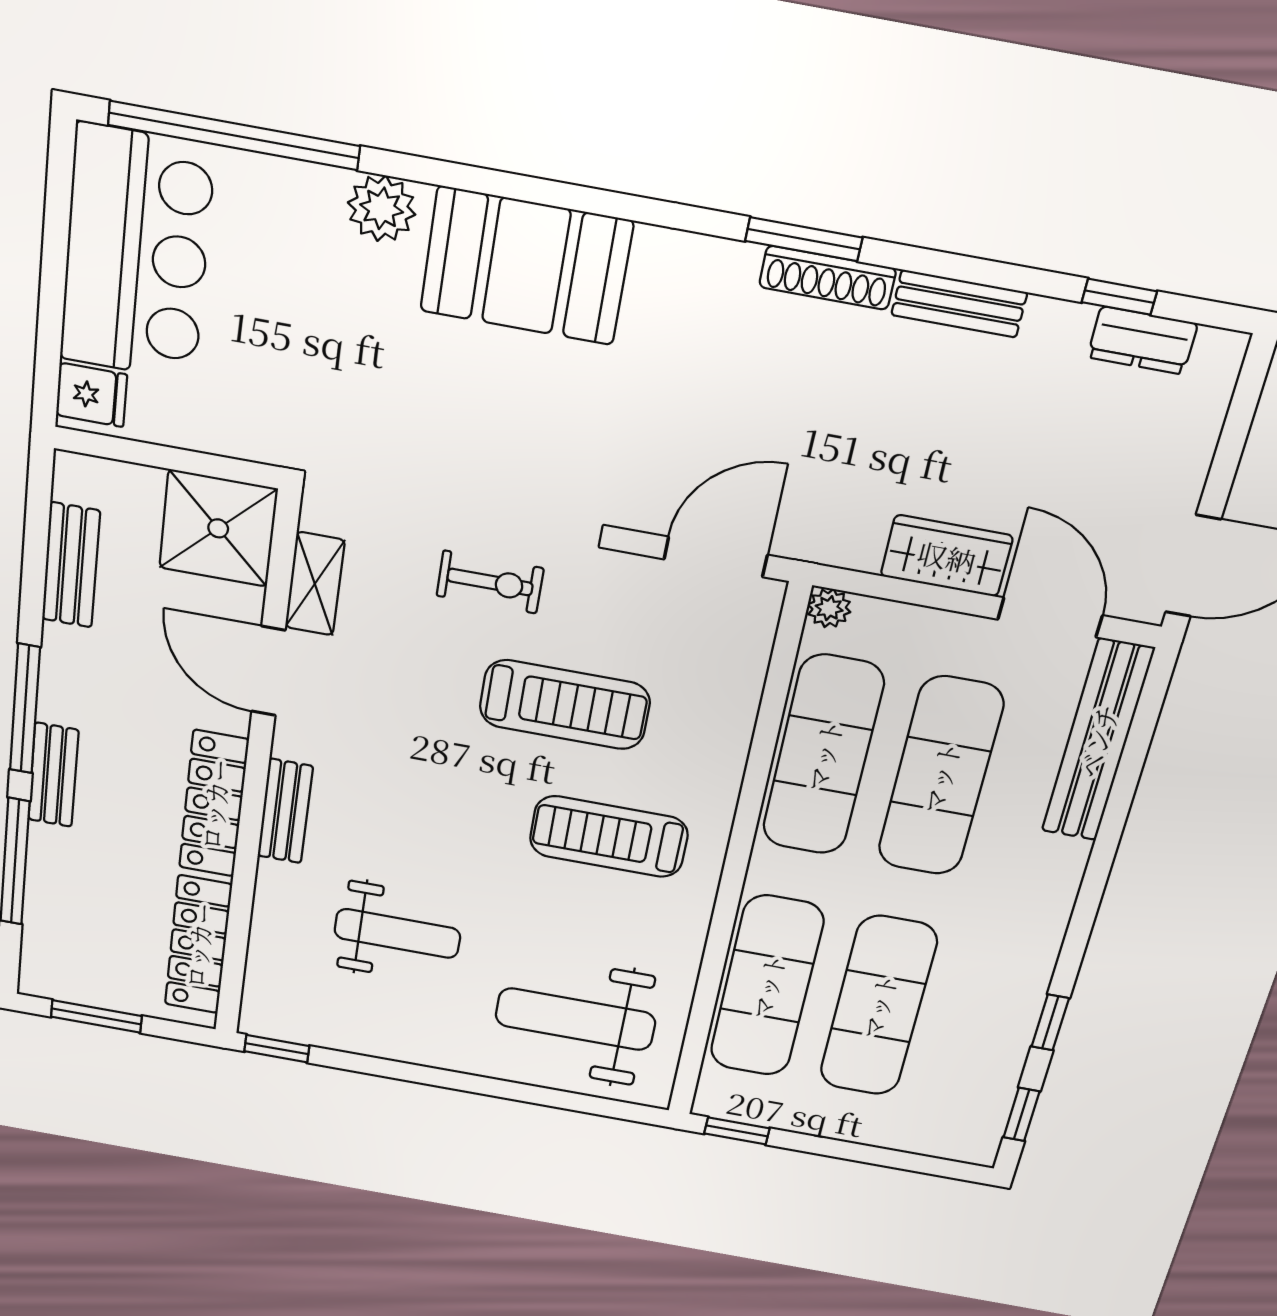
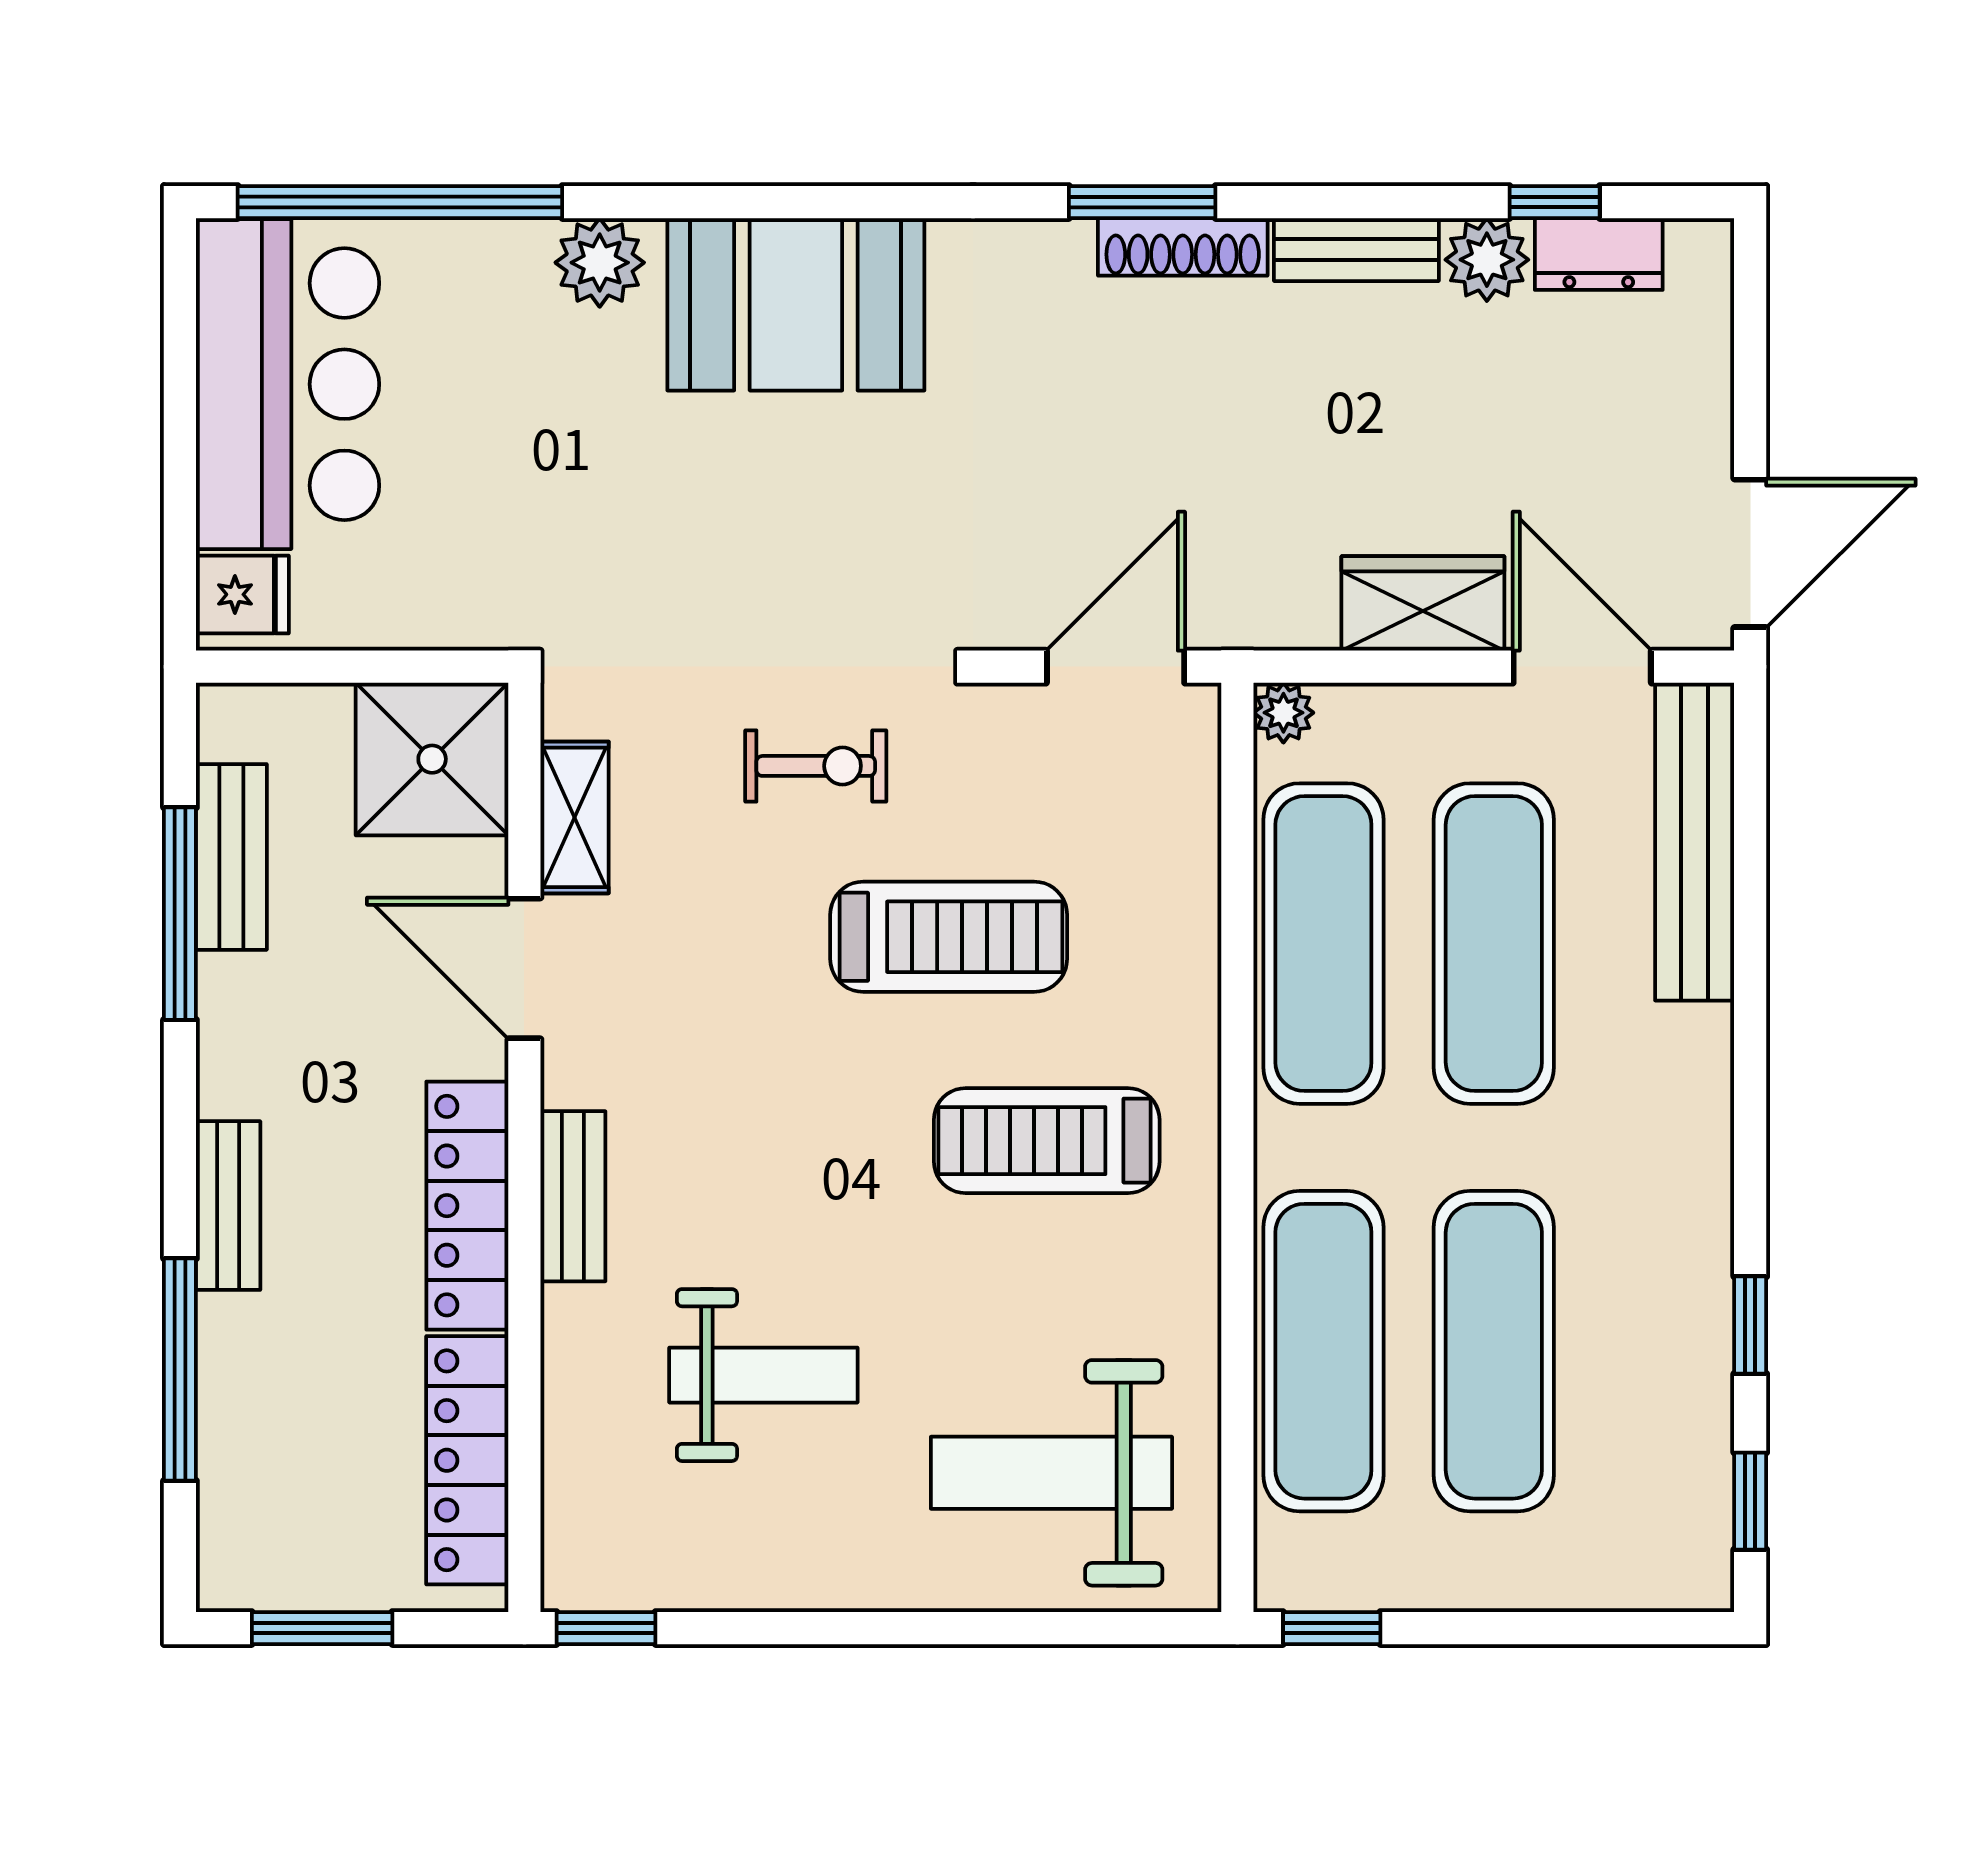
plant: (1056, 329) -> (1487, 260), added
window: (25, 709) -> (180, 914), moved

